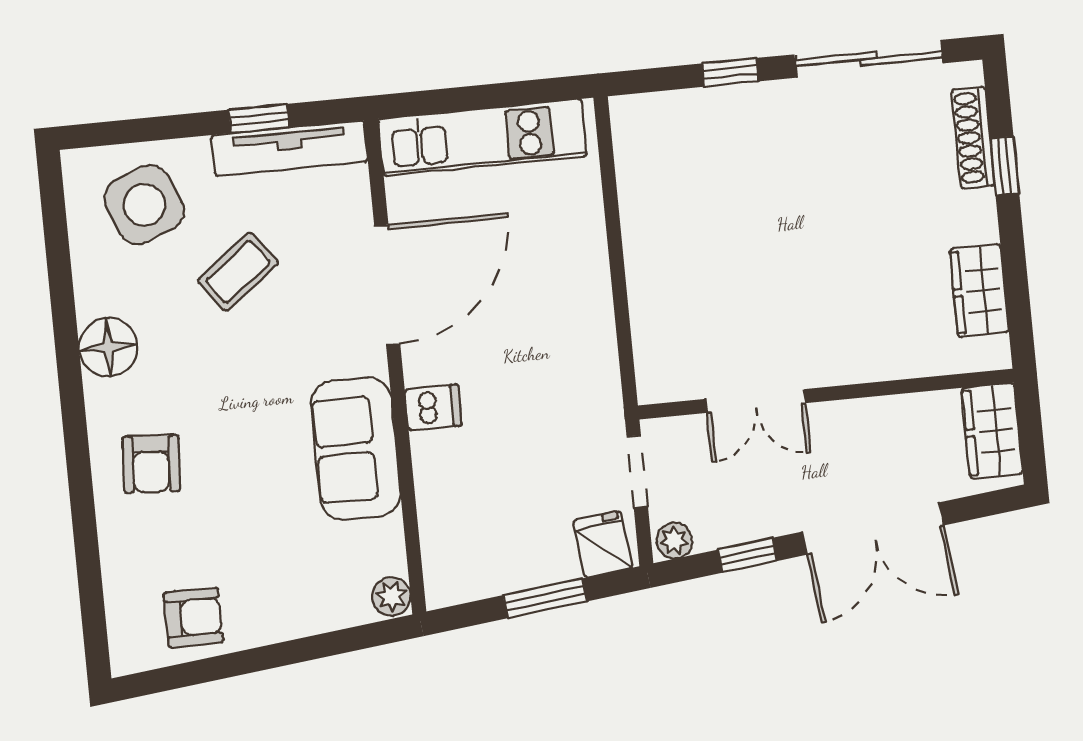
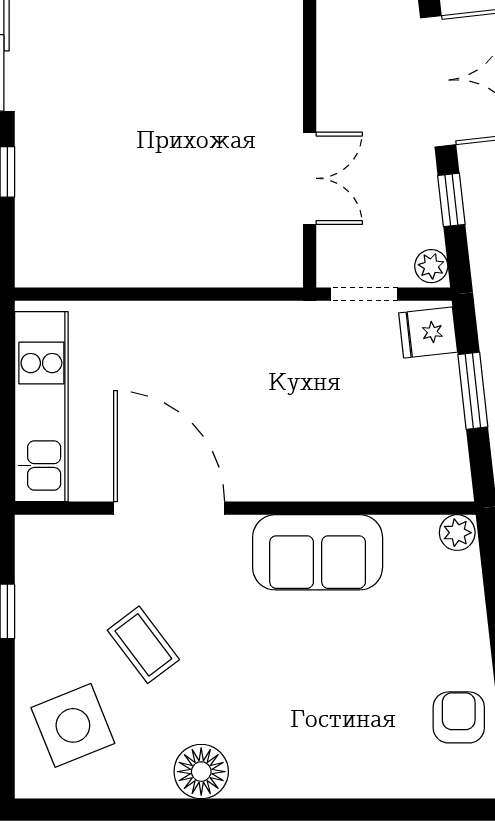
tv unit: (290, 148) -> (34, 586), removed
dishwasher: (433, 407) -> (286, 477), removed
armchair: (151, 464) -> (313, 742), removed

